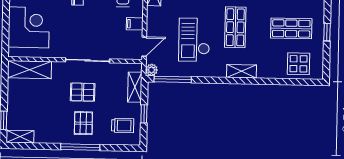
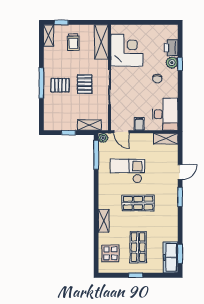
corner desk: (29, 27) -> (127, 50), moved, turned -90
shelving: (242, 71) -> (104, 221), moved
trolley: (123, 126) -> (73, 42), moved

